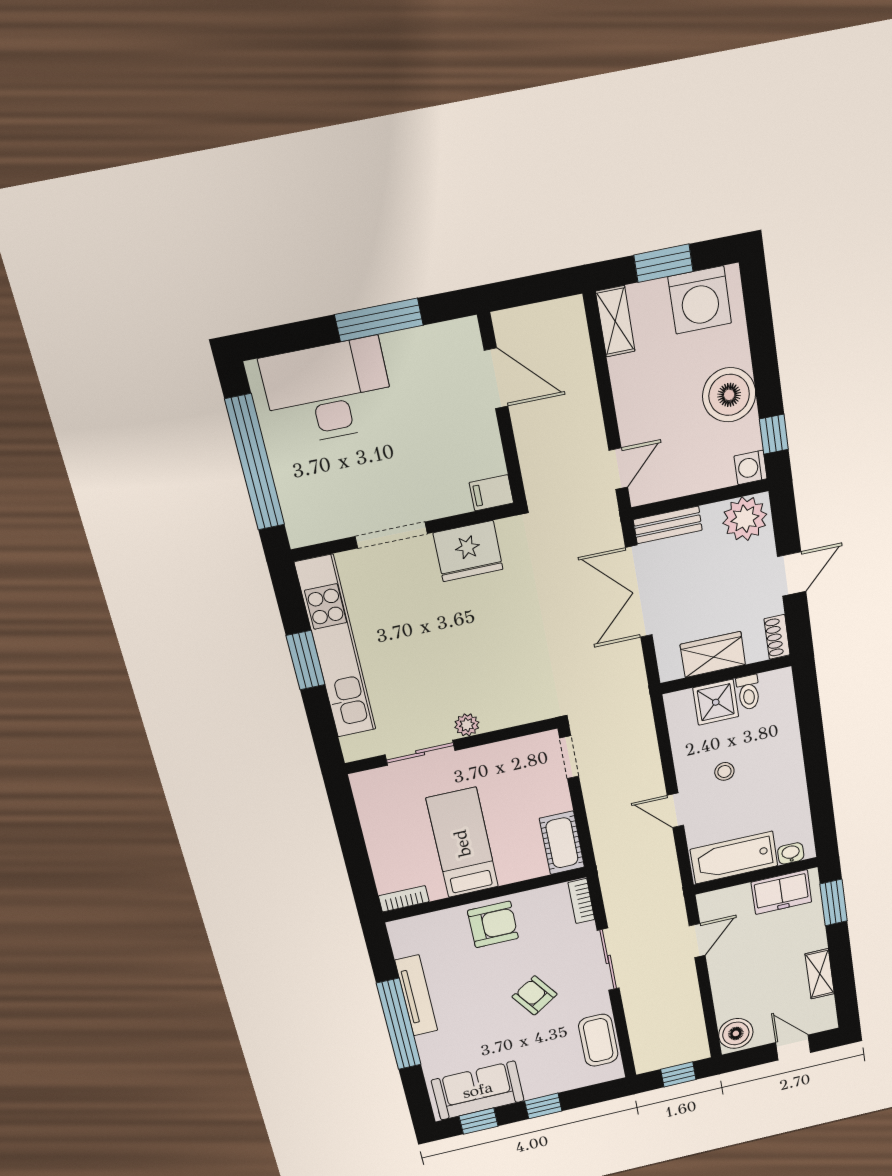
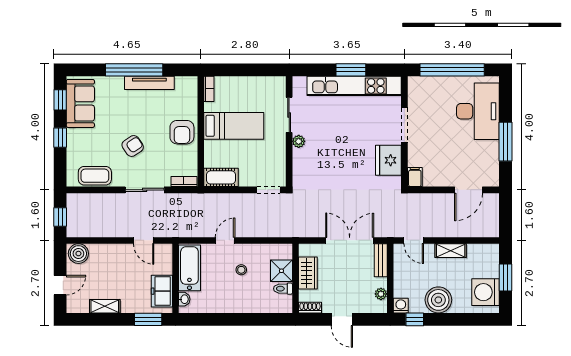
shelving: (615, 321) -> (451, 251), moved
plant: (745, 519) -> (381, 294), width x0.53, depth x0.53

